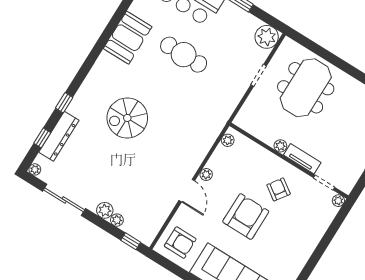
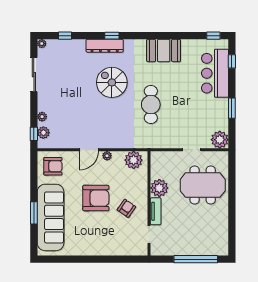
cafe table: (184, 55) -> (151, 105), moved
window: (64, 103) -> (112, 36), moved
dresser: (59, 136) -> (105, 46), moved
plant: (228, 140) -> (134, 160), width x1.87, depth x1.87
plant: (280, 146) -> (159, 188), width x1.88, depth x1.88
plant: (338, 201) -> (143, 251), removed
plant: (105, 210) -> (43, 133), moved
armchair: (180, 243) -> (53, 166), turned -90

